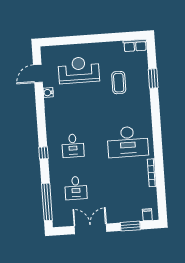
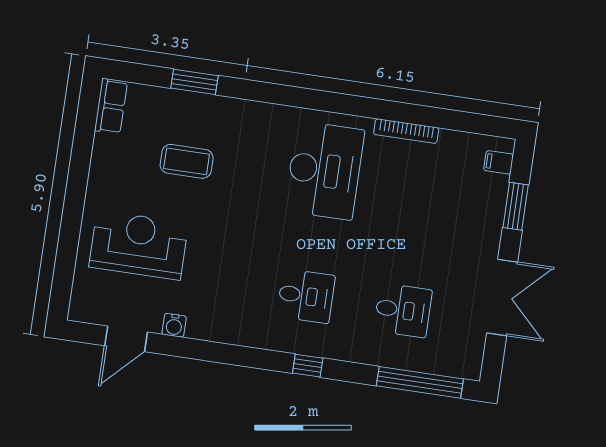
reception desk: (79, 70) -> (139, 245), turned 90
door: (38, 73) -> (126, 339), hinge flipped
double door: (90, 229) -> (502, 297), swing flipped

